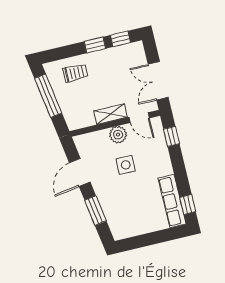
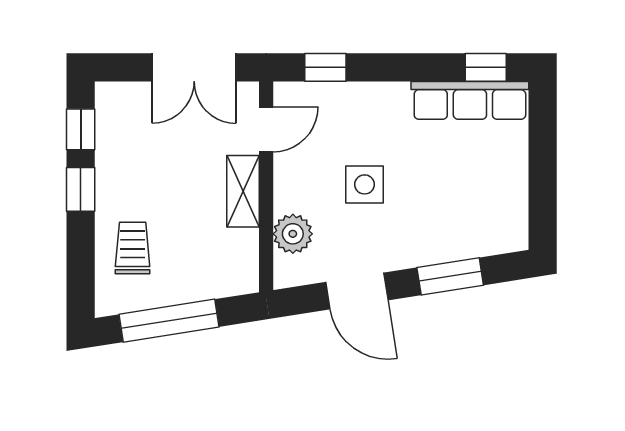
plant: (118, 135) -> (293, 234), moved

